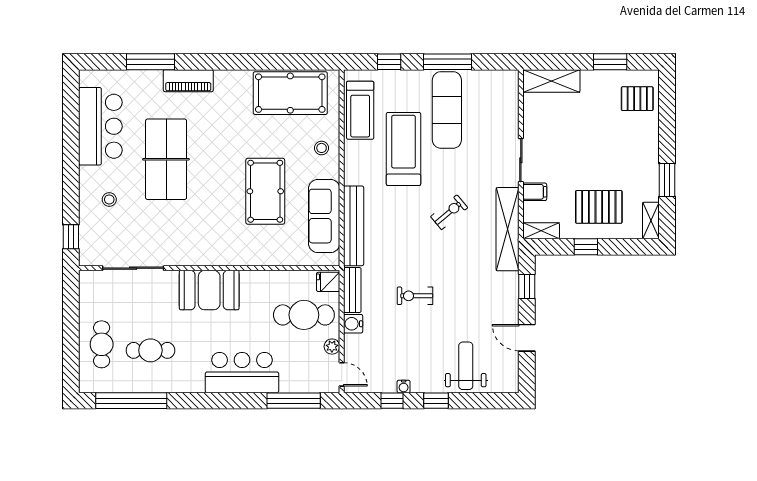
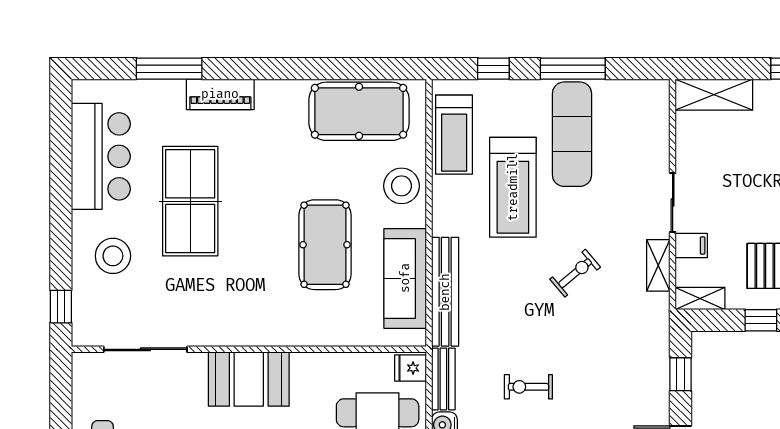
stool: (322, 148) -> (402, 186), width x1.89, depth x1.89
treadmill: (403, 149) -> (513, 187), turned 180
stool: (109, 199) -> (113, 256), width x1.89, depth x1.89
shelving: (508, 229) -> (658, 265), width x0.45, depth x0.75

